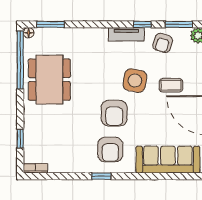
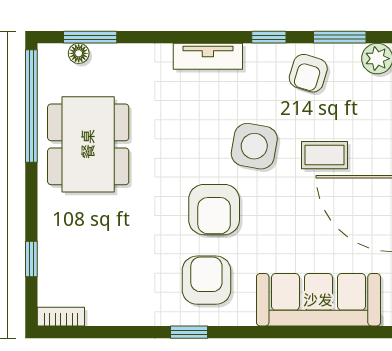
floor lamp: (29, 33) -> (79, 53), moved
tv unit: (126, 34) -> (208, 56), moved
armchair: (110, 150) -> (206, 280), turned 180

